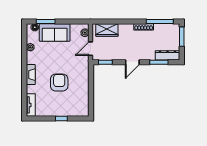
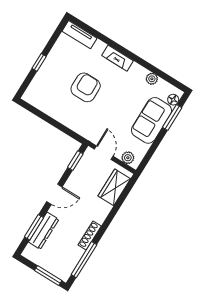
dresser: (168, 55) -> (44, 231), moved
door: (132, 62) -> (54, 194), swing flipped
armchair: (59, 83) -> (86, 87), turned -90

